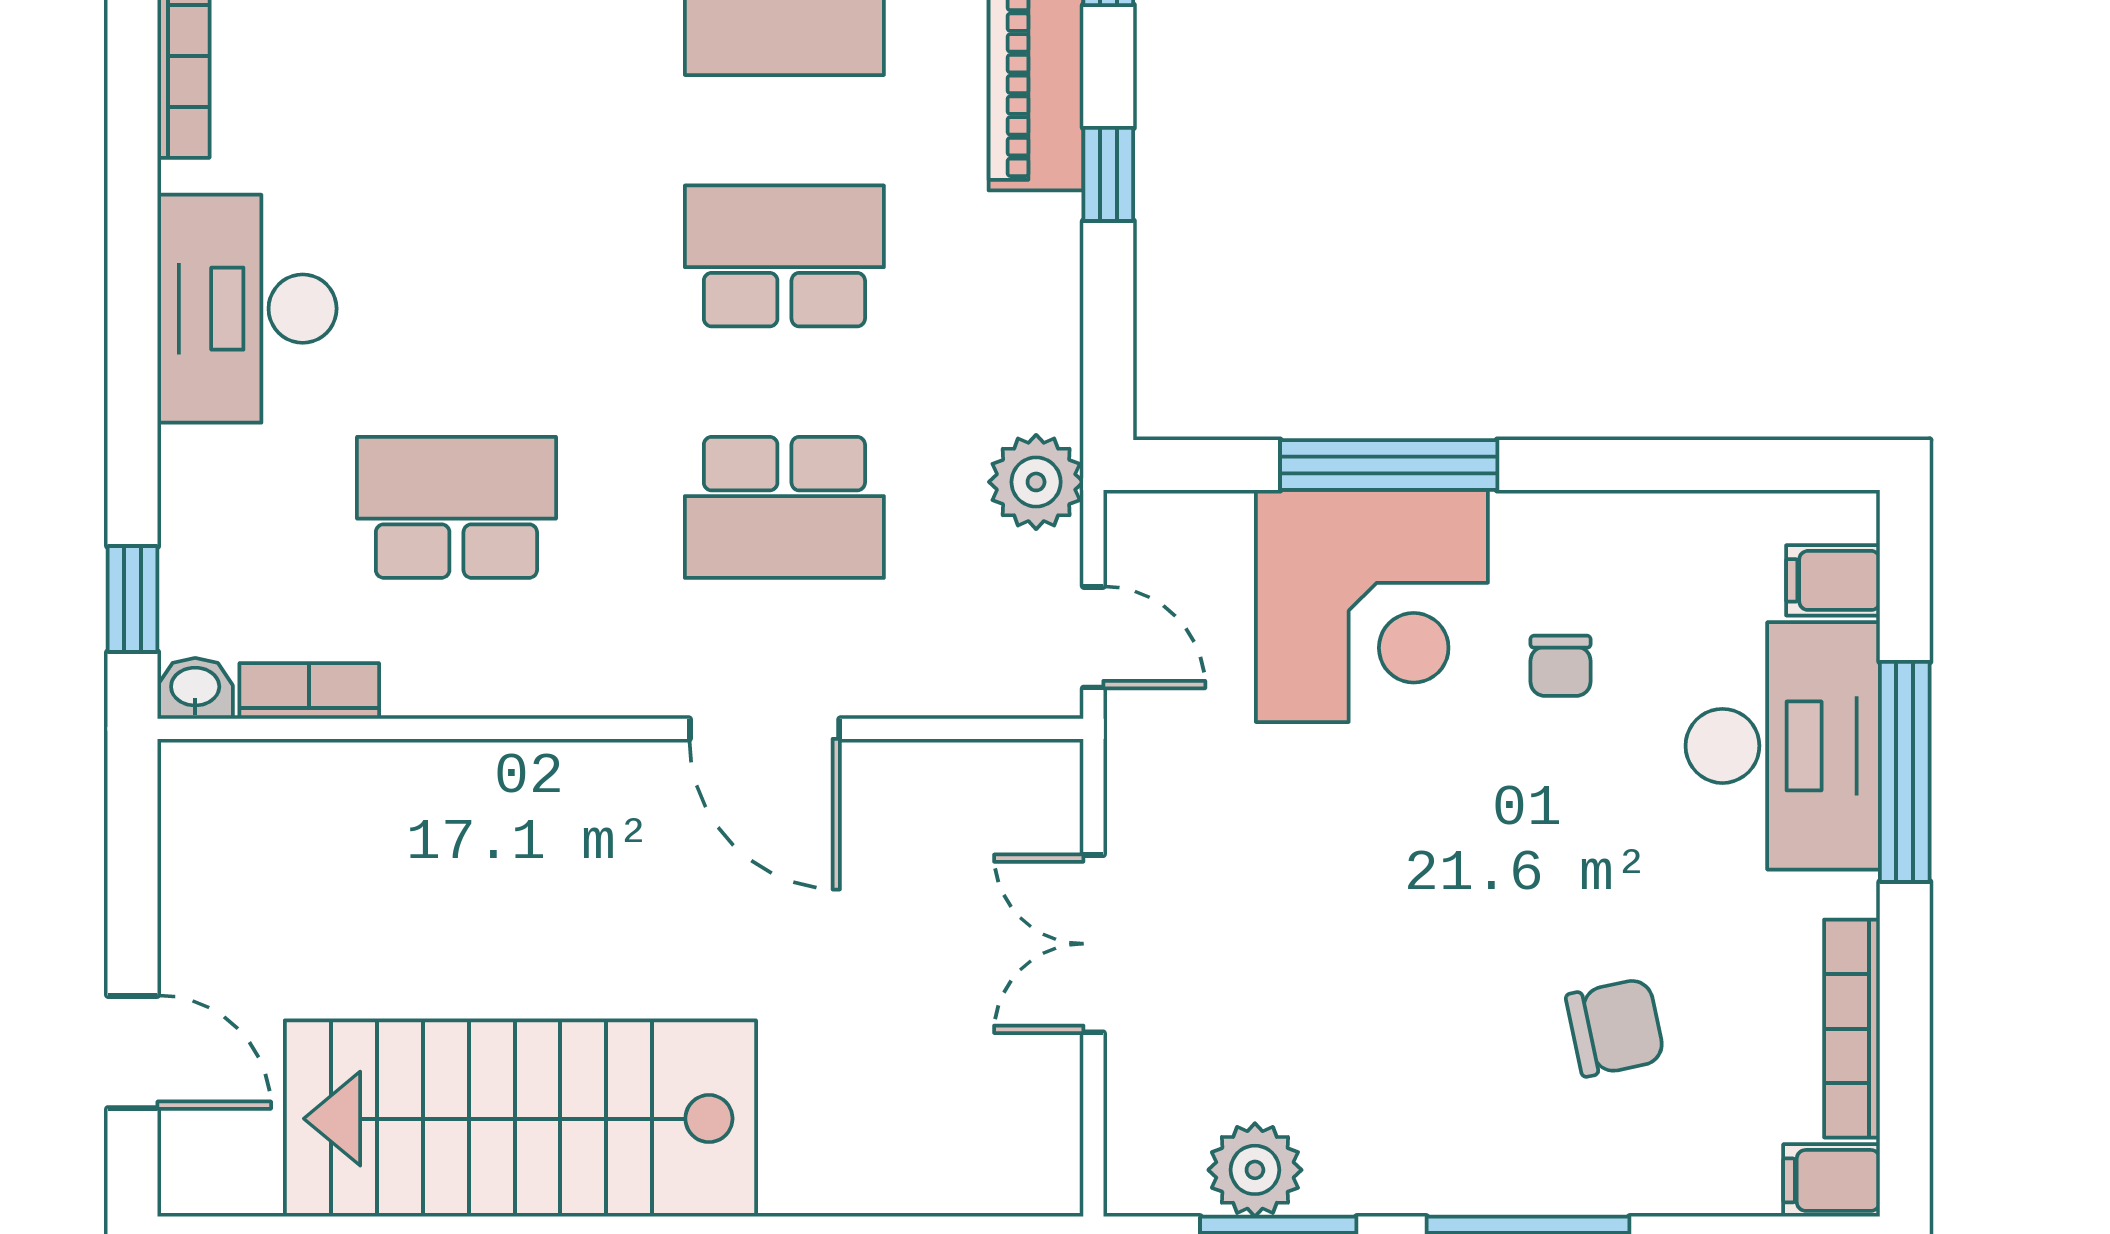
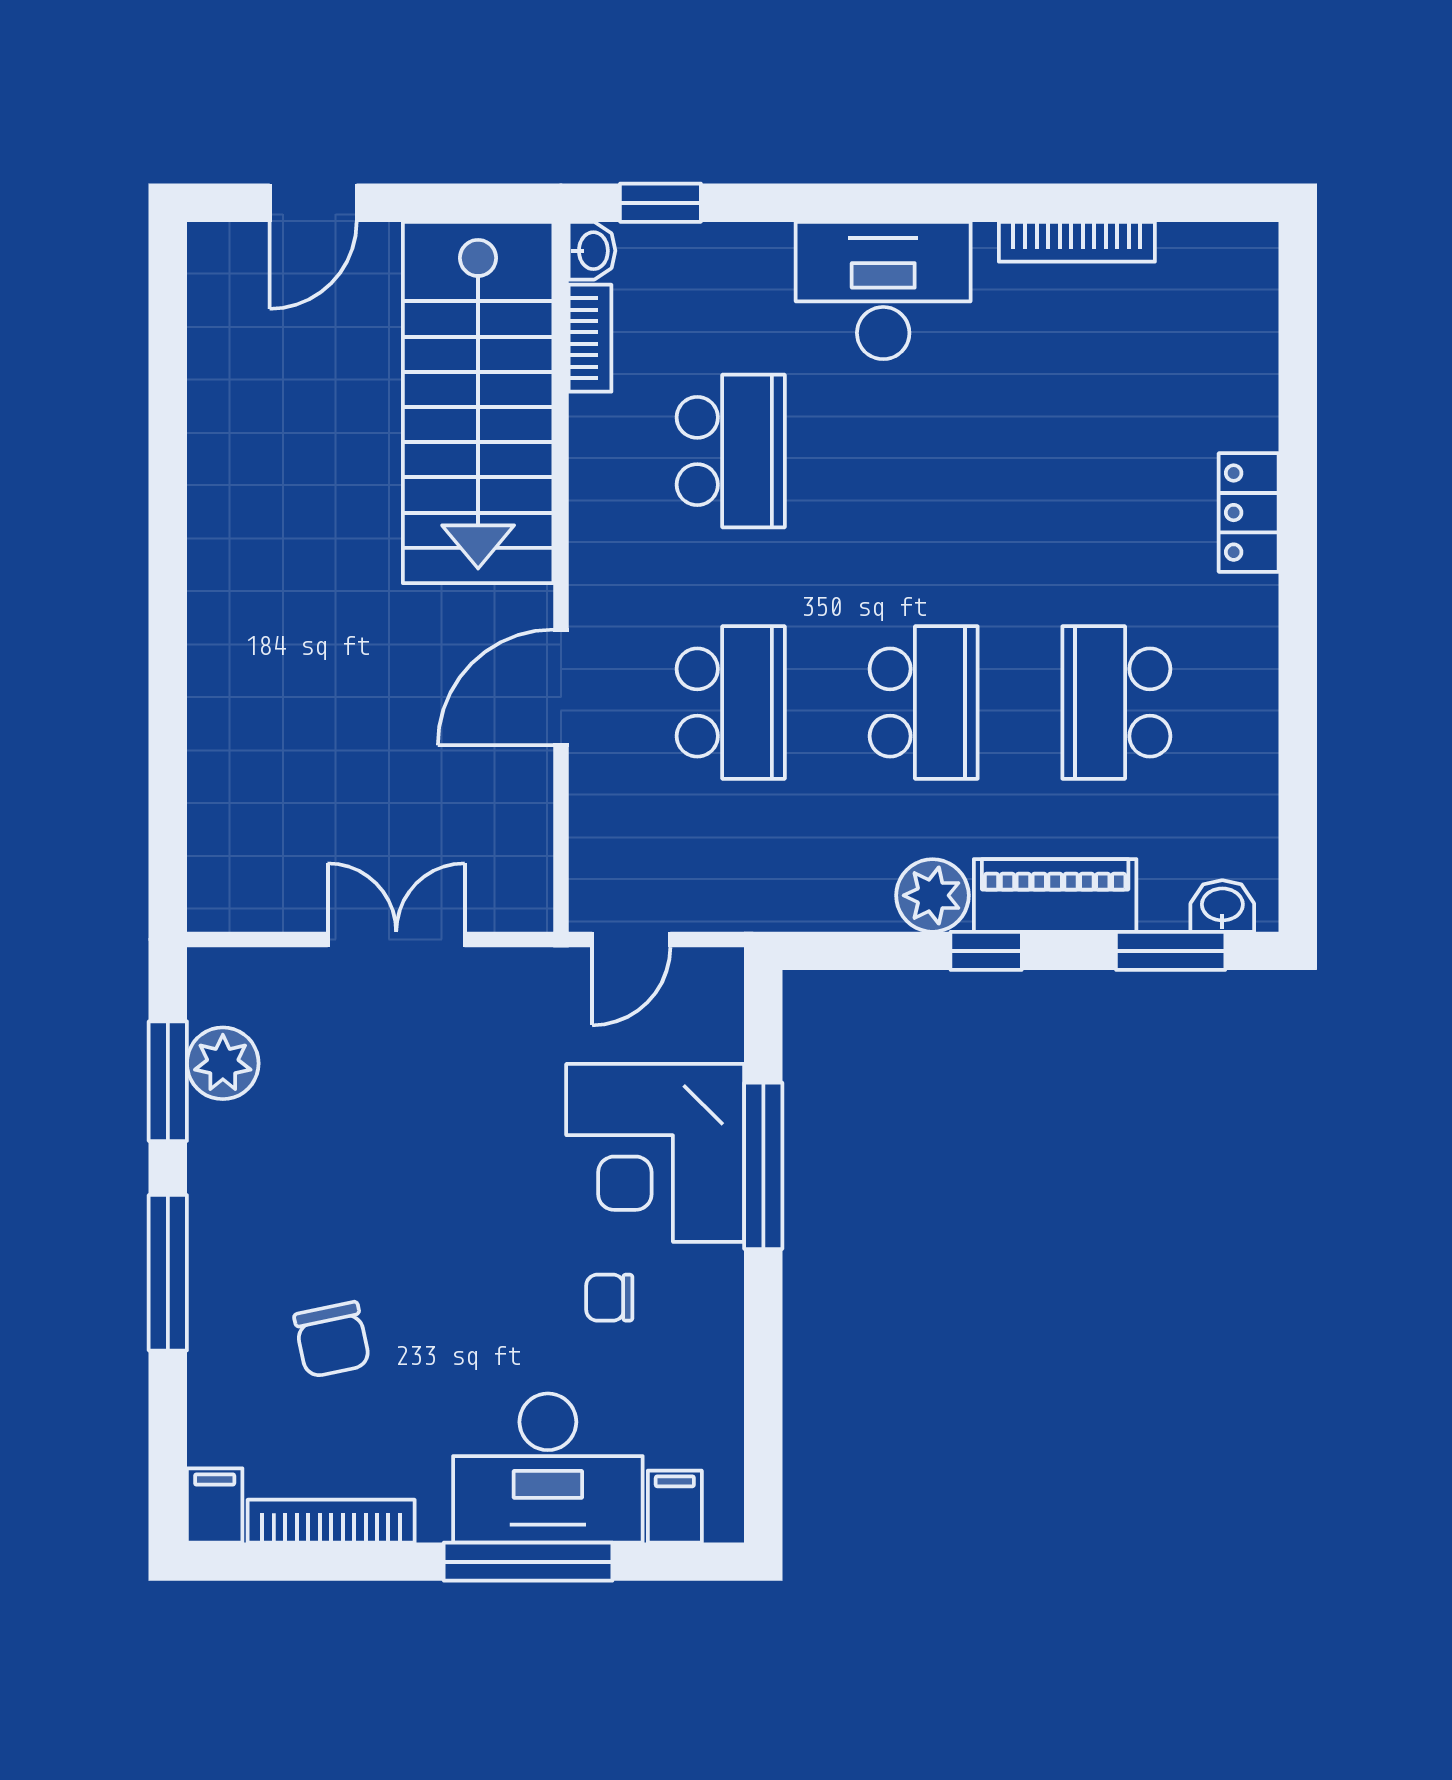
plant: (1036, 482) -> (932, 895), moved
school desk: (784, 507) -> (731, 703), turned 180
stairs: (520, 1119) -> (478, 402), moved, turned 180

